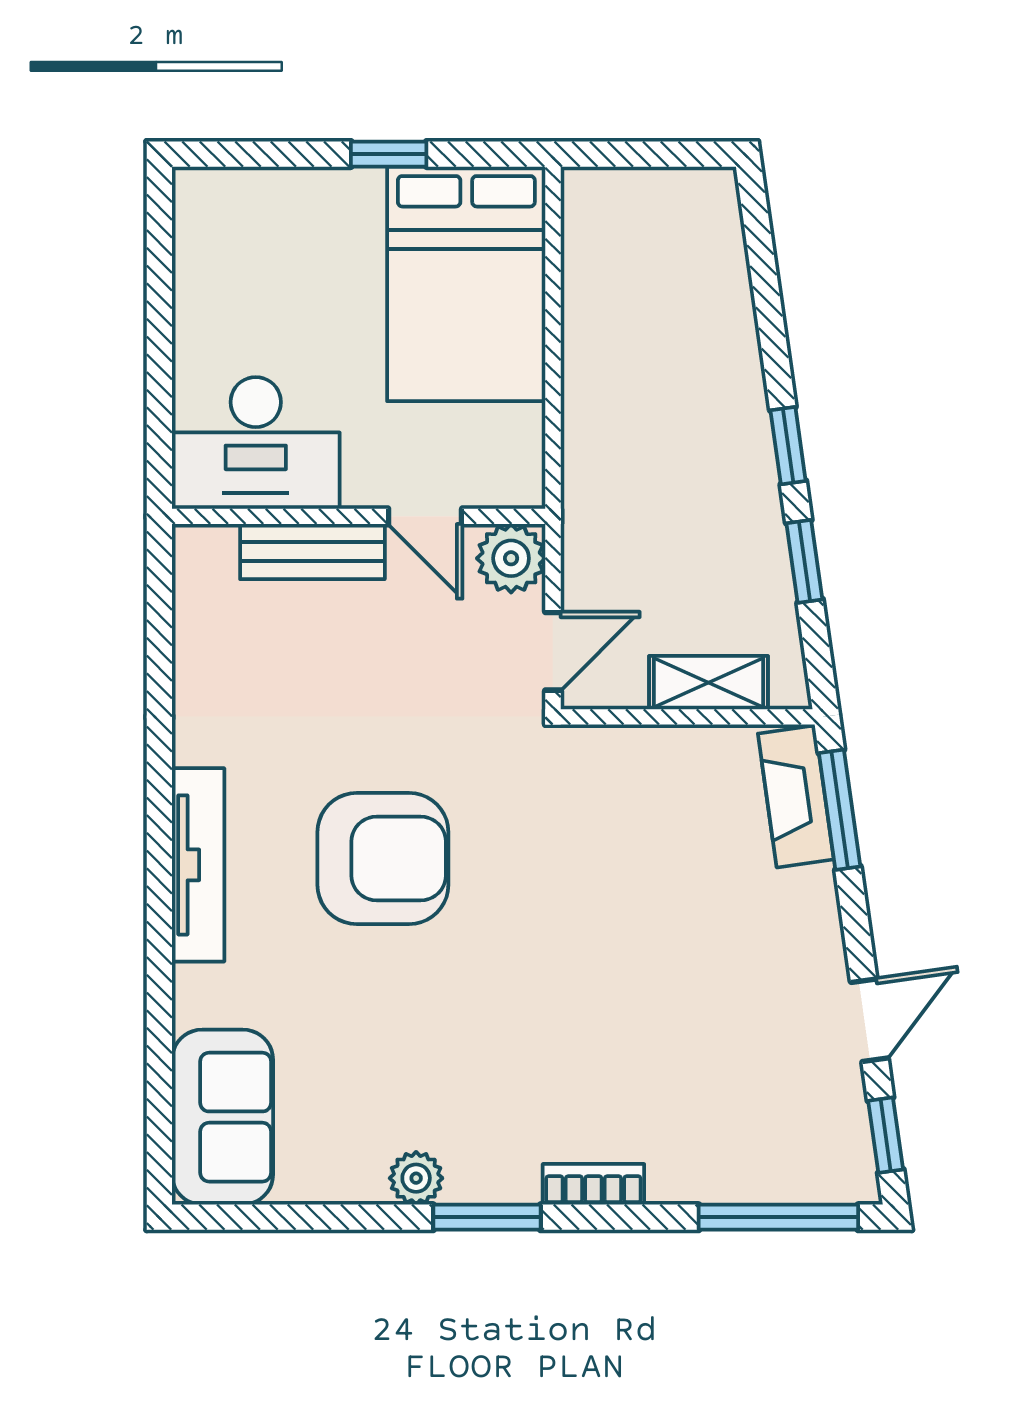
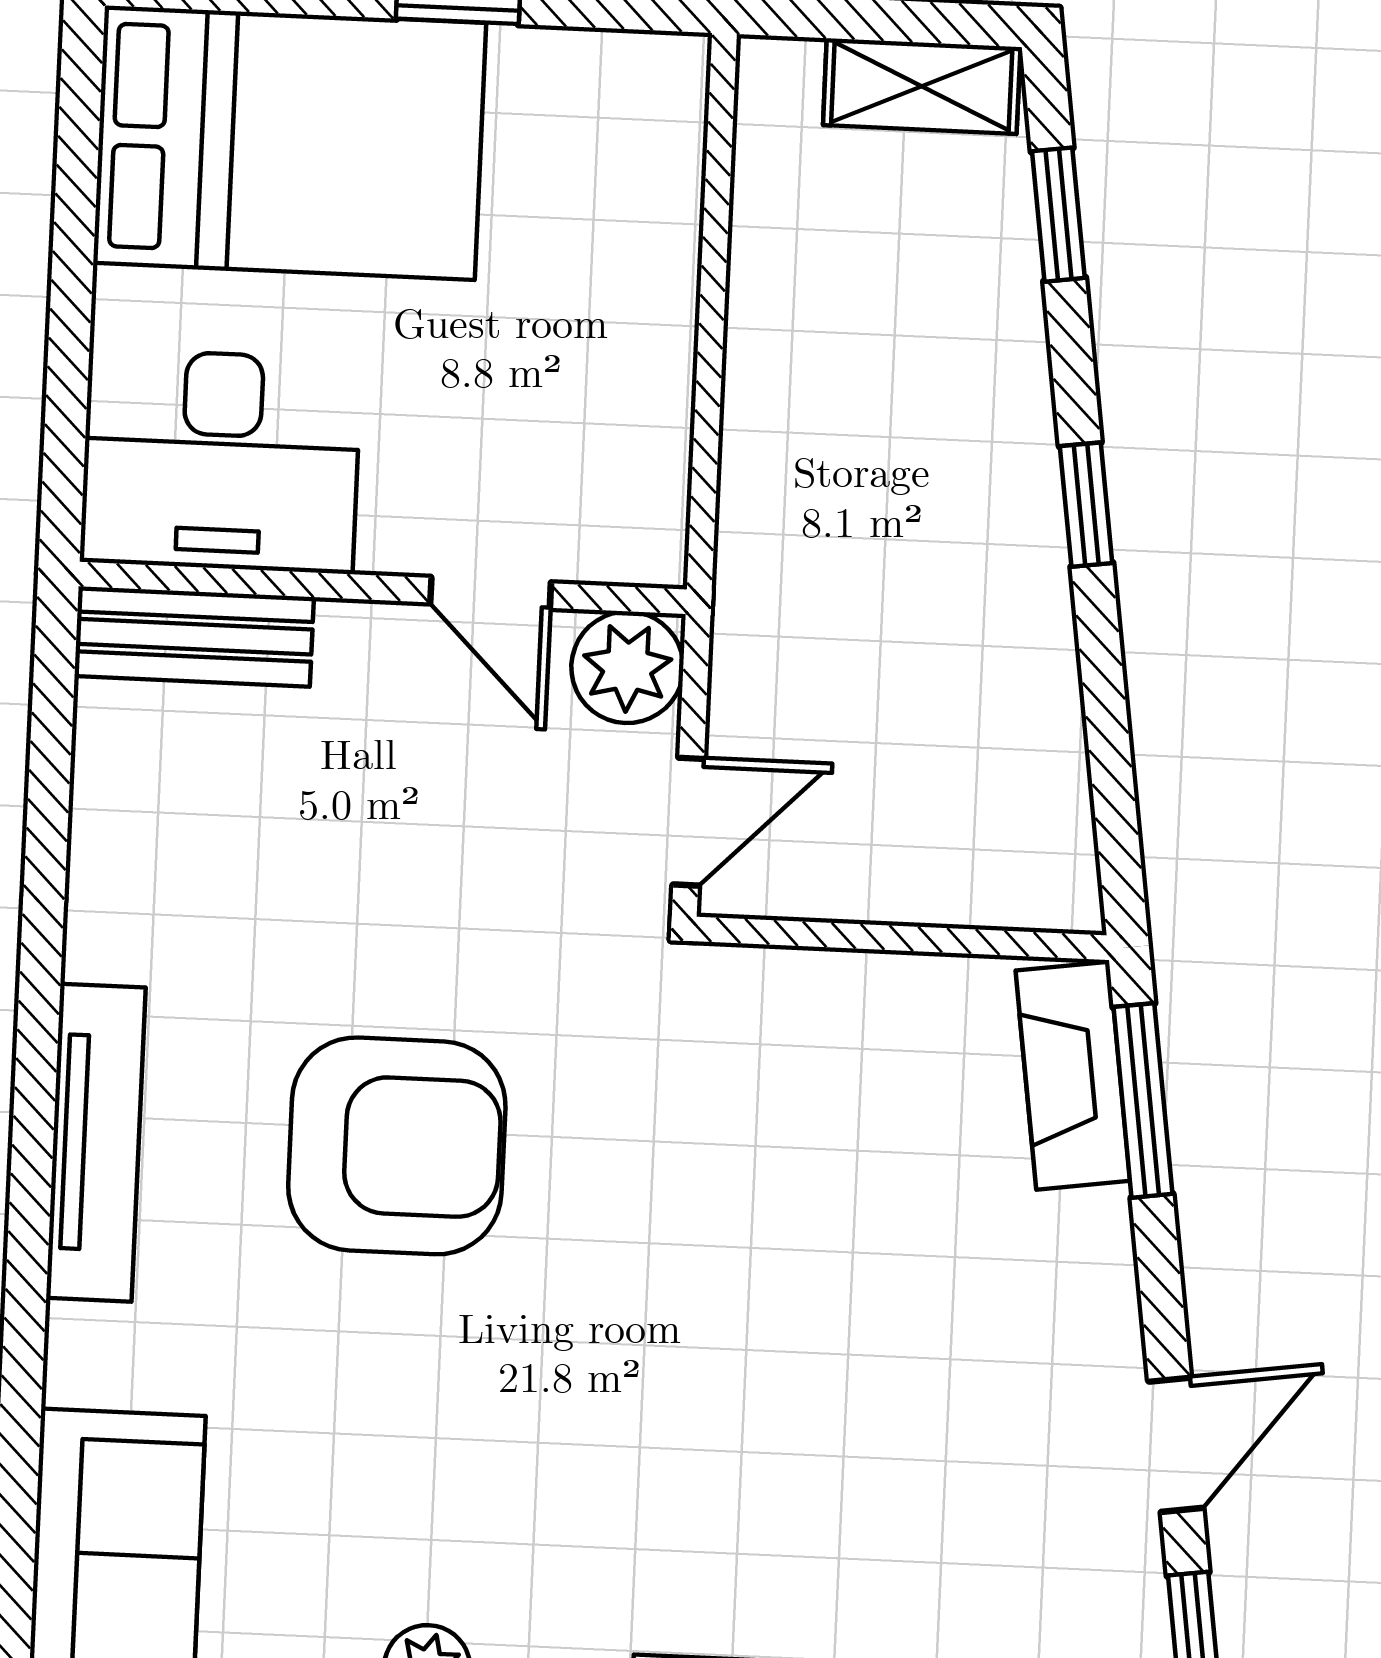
bed: (466, 284) -> (290, 143), moved, turned -90
bench: (312, 552) -> (194, 637), moved
window: (804, 561) -> (1058, 215), moved
shelving: (709, 683) -> (922, 86), moved

